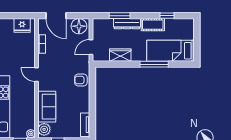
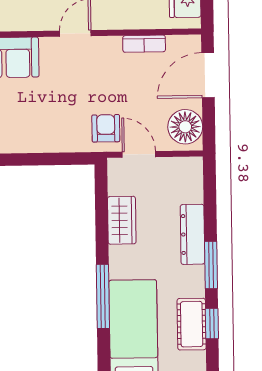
window: (120, 16) -> (211, 265), moved
cot: (153, 25) -> (192, 324), moved
armchair: (81, 80) -> (106, 128), moved

